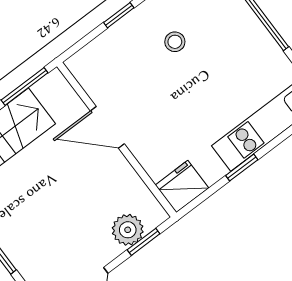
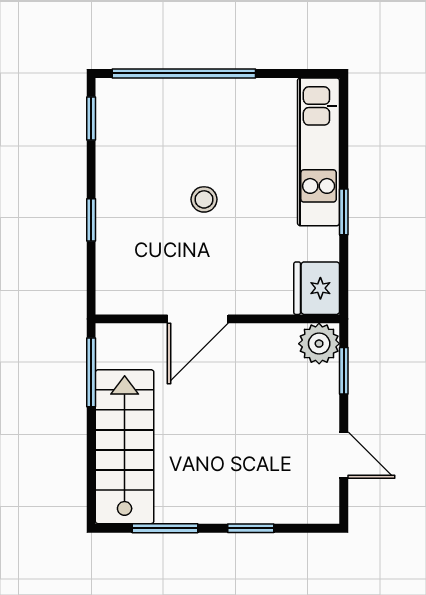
stool: (175, 42) -> (204, 199), moved
plant: (128, 230) -> (319, 344), moved

